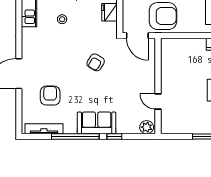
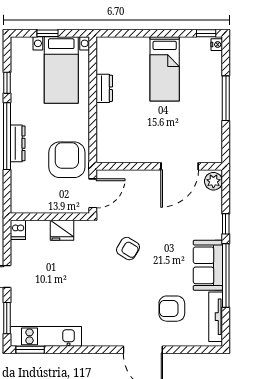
stool: (62, 19) -> (71, 293), removed
door: (158, 102) -> (180, 166), width x1.87
sofa: (97, 123) -> (208, 265), moved

